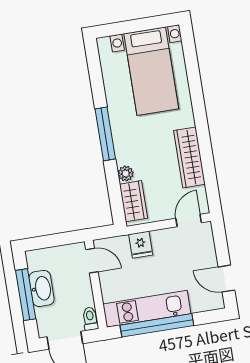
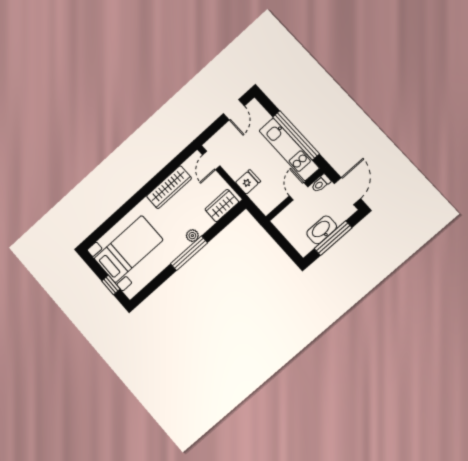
window: (125, 27) -> (111, 285), added
plant: (126, 173) -> (192, 236), moved
door: (189, 220) -> (211, 160), hinge flipped
door: (92, 261) -> (299, 191), moved

